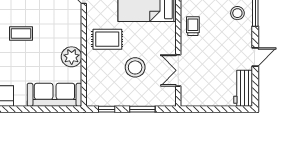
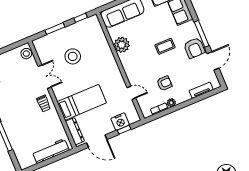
stool: (237, 13) -> (26, 54), moved
rug: (107, 39) -> (101, 68), removed
double door: (178, 70) -> (45, 77), moved

